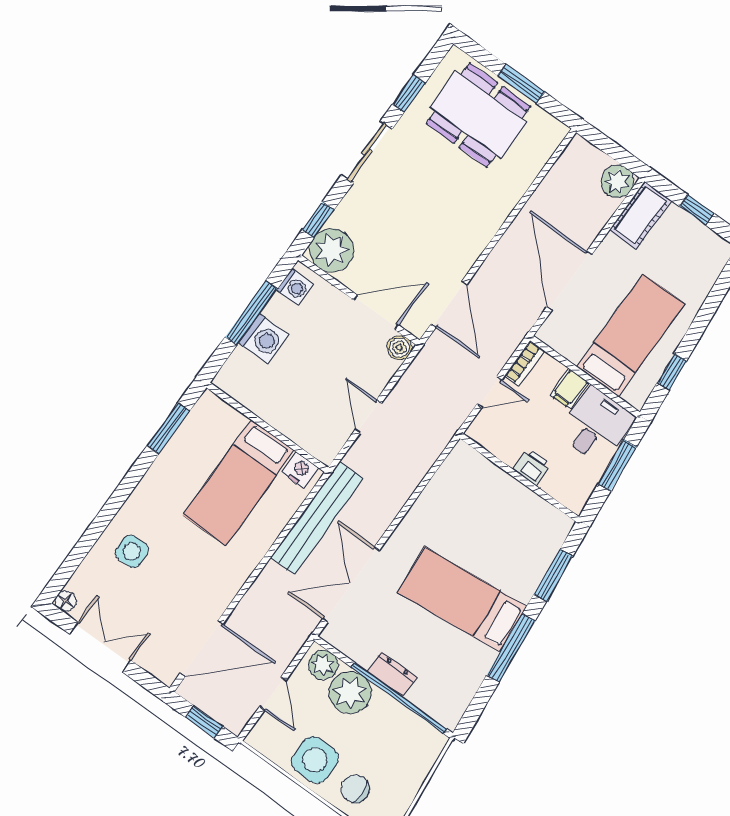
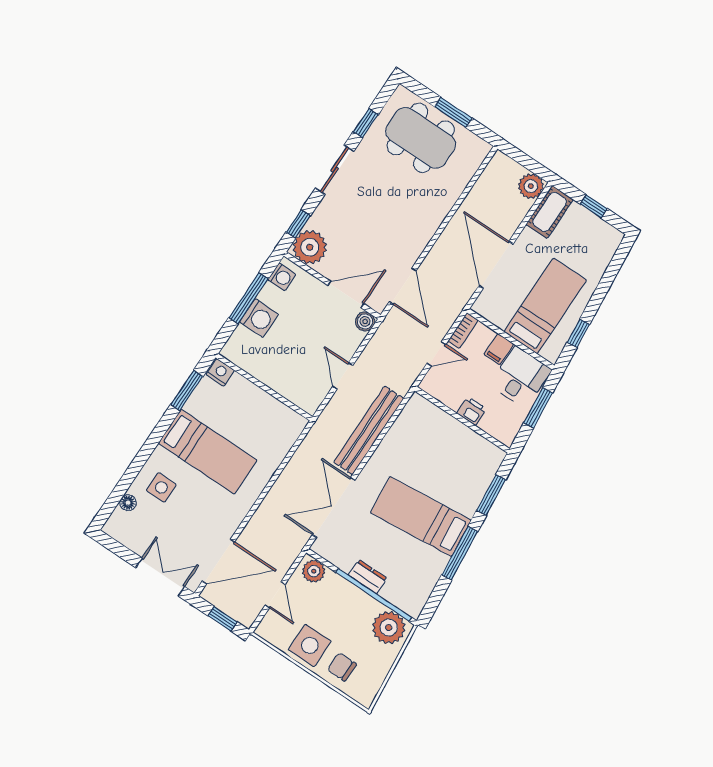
nightstand: (300, 470) -> (220, 372), moved
bed: (239, 483) -> (208, 452), moved, turned -90
bench: (317, 518) -> (369, 430), moved
floor lamp: (66, 601) -> (128, 503), moved
double door: (100, 647) -> (160, 577), moved
plant: (350, 692) -> (389, 628), moved

